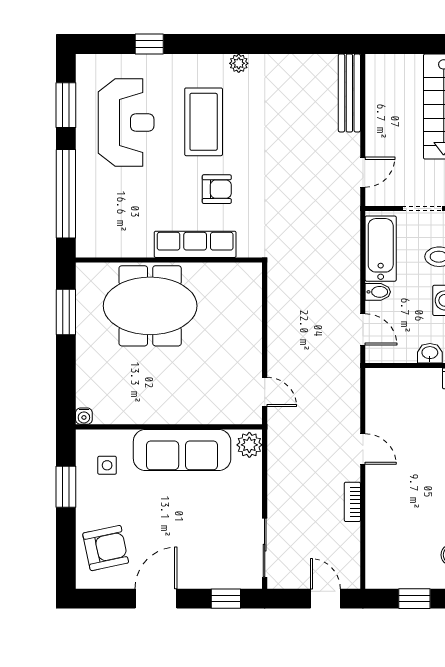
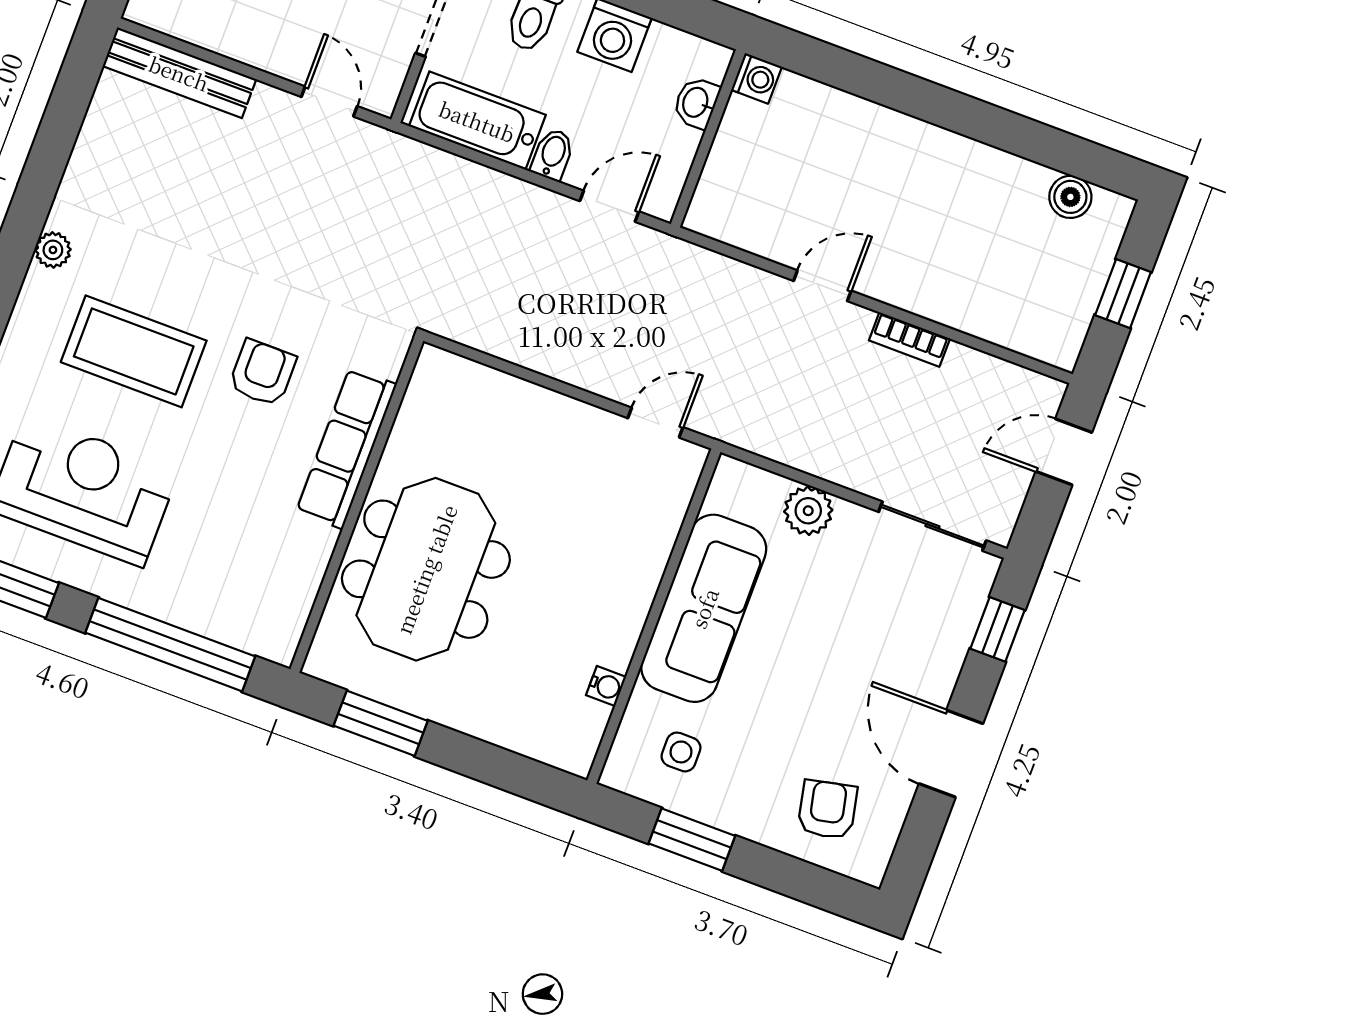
water cooler: (84, 416) -> (606, 686), moved
plant: (249, 445) -> (808, 511), moved
armchair: (106, 548) -> (827, 810), width x0.72, depth x0.72

